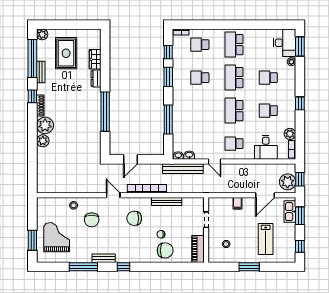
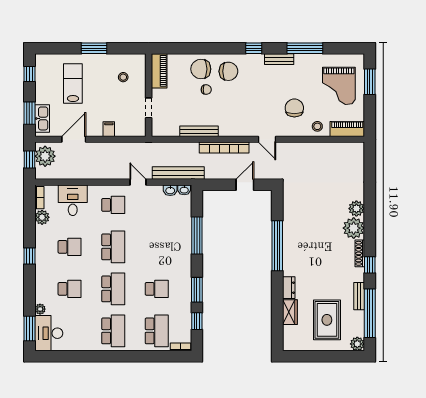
school desk: (200, 45) -> (157, 331), width x1.85
piano: (50, 203) -> (347, 129), added
chair: (134, 218) -> (228, 71), moved

